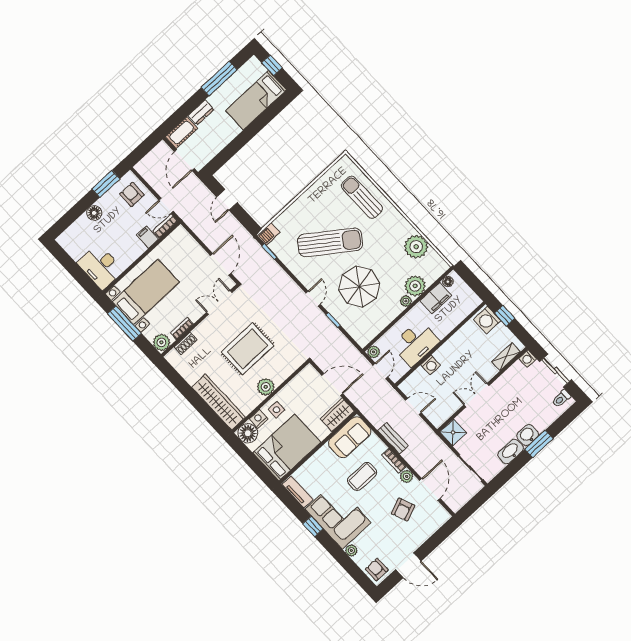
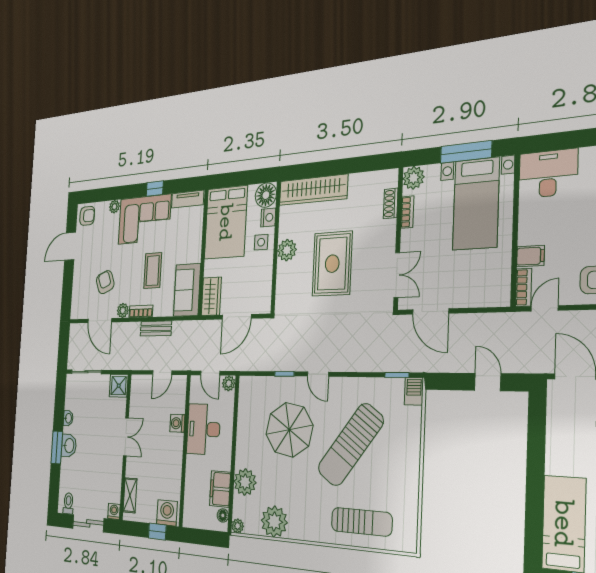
plant: (406, 301) -> (238, 526), moved
washbasin: (511, 451) -> (68, 418), width x0.52, depth x0.69

